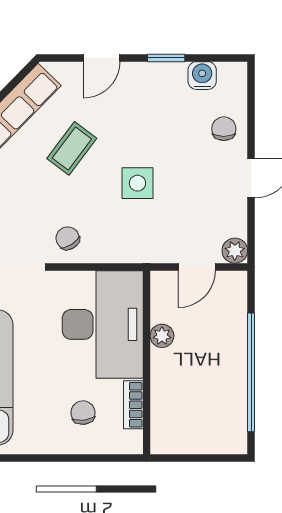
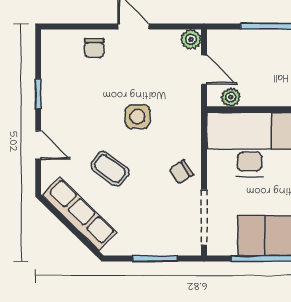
water cooler: (202, 76) -> (52, 65), removed
chair: (224, 129) -> (94, 48), turned -90
plant: (162, 336) -> (231, 97), moved

